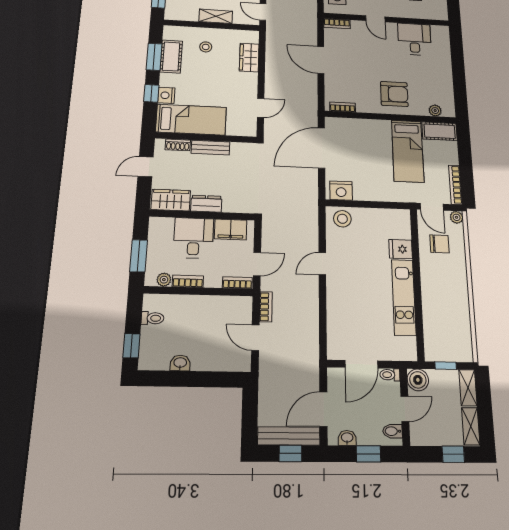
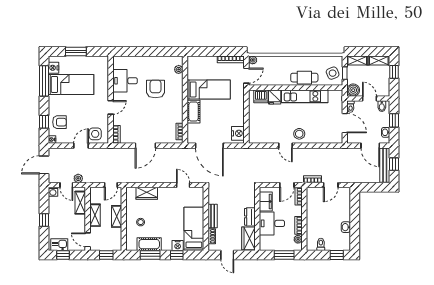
armchair: (394, 94) -> (155, 89), moved
cot: (440, 131) -> (194, 112), moved
stool: (342, 219) -> (299, 134), moved
dishwasher: (401, 228) -> (261, 96), added
chair: (439, 244) -> (270, 72), removed
door: (257, 264) -> (287, 185), swing flipped
cafe table: (434, 297) -> (304, 78), added
side table: (444, 345) -> (333, 73), added

